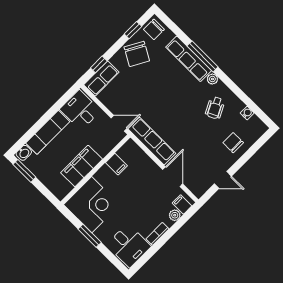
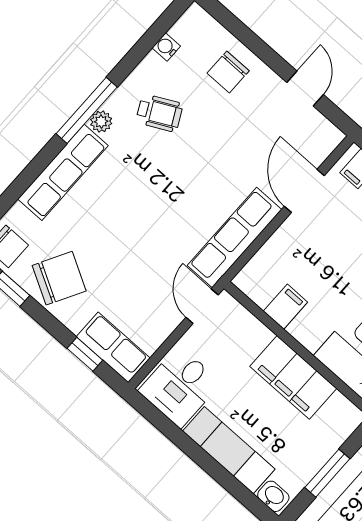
window: (203, 56) -> (87, 110), moved
window: (24, 171) -> (327, 473), moved
door: (173, 177) -> (304, 191), hinge flipped

